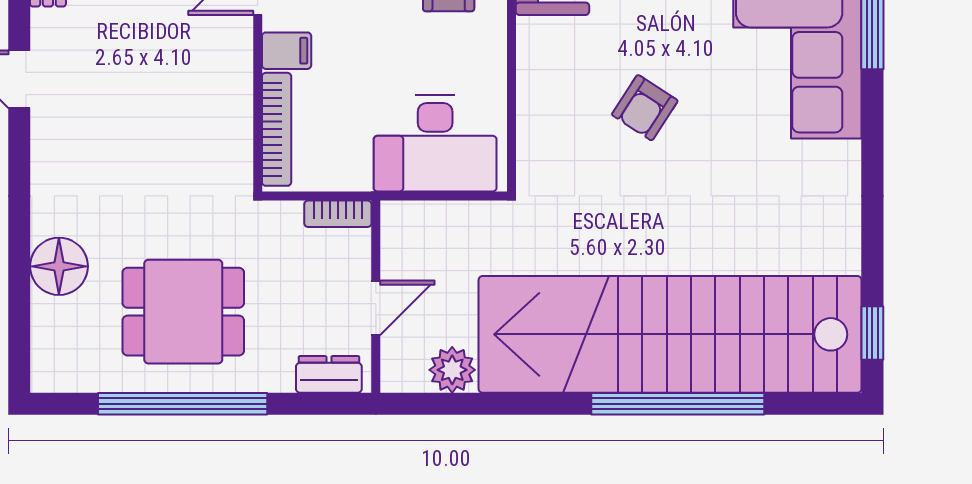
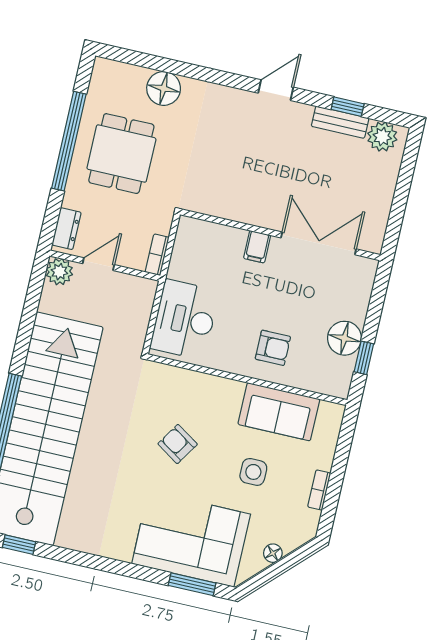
bookcase: (277, 129) -> (213, 231), removed
door: (376, 308) -> (98, 264), swing flipped
plant: (452, 370) -> (59, 272), moved

